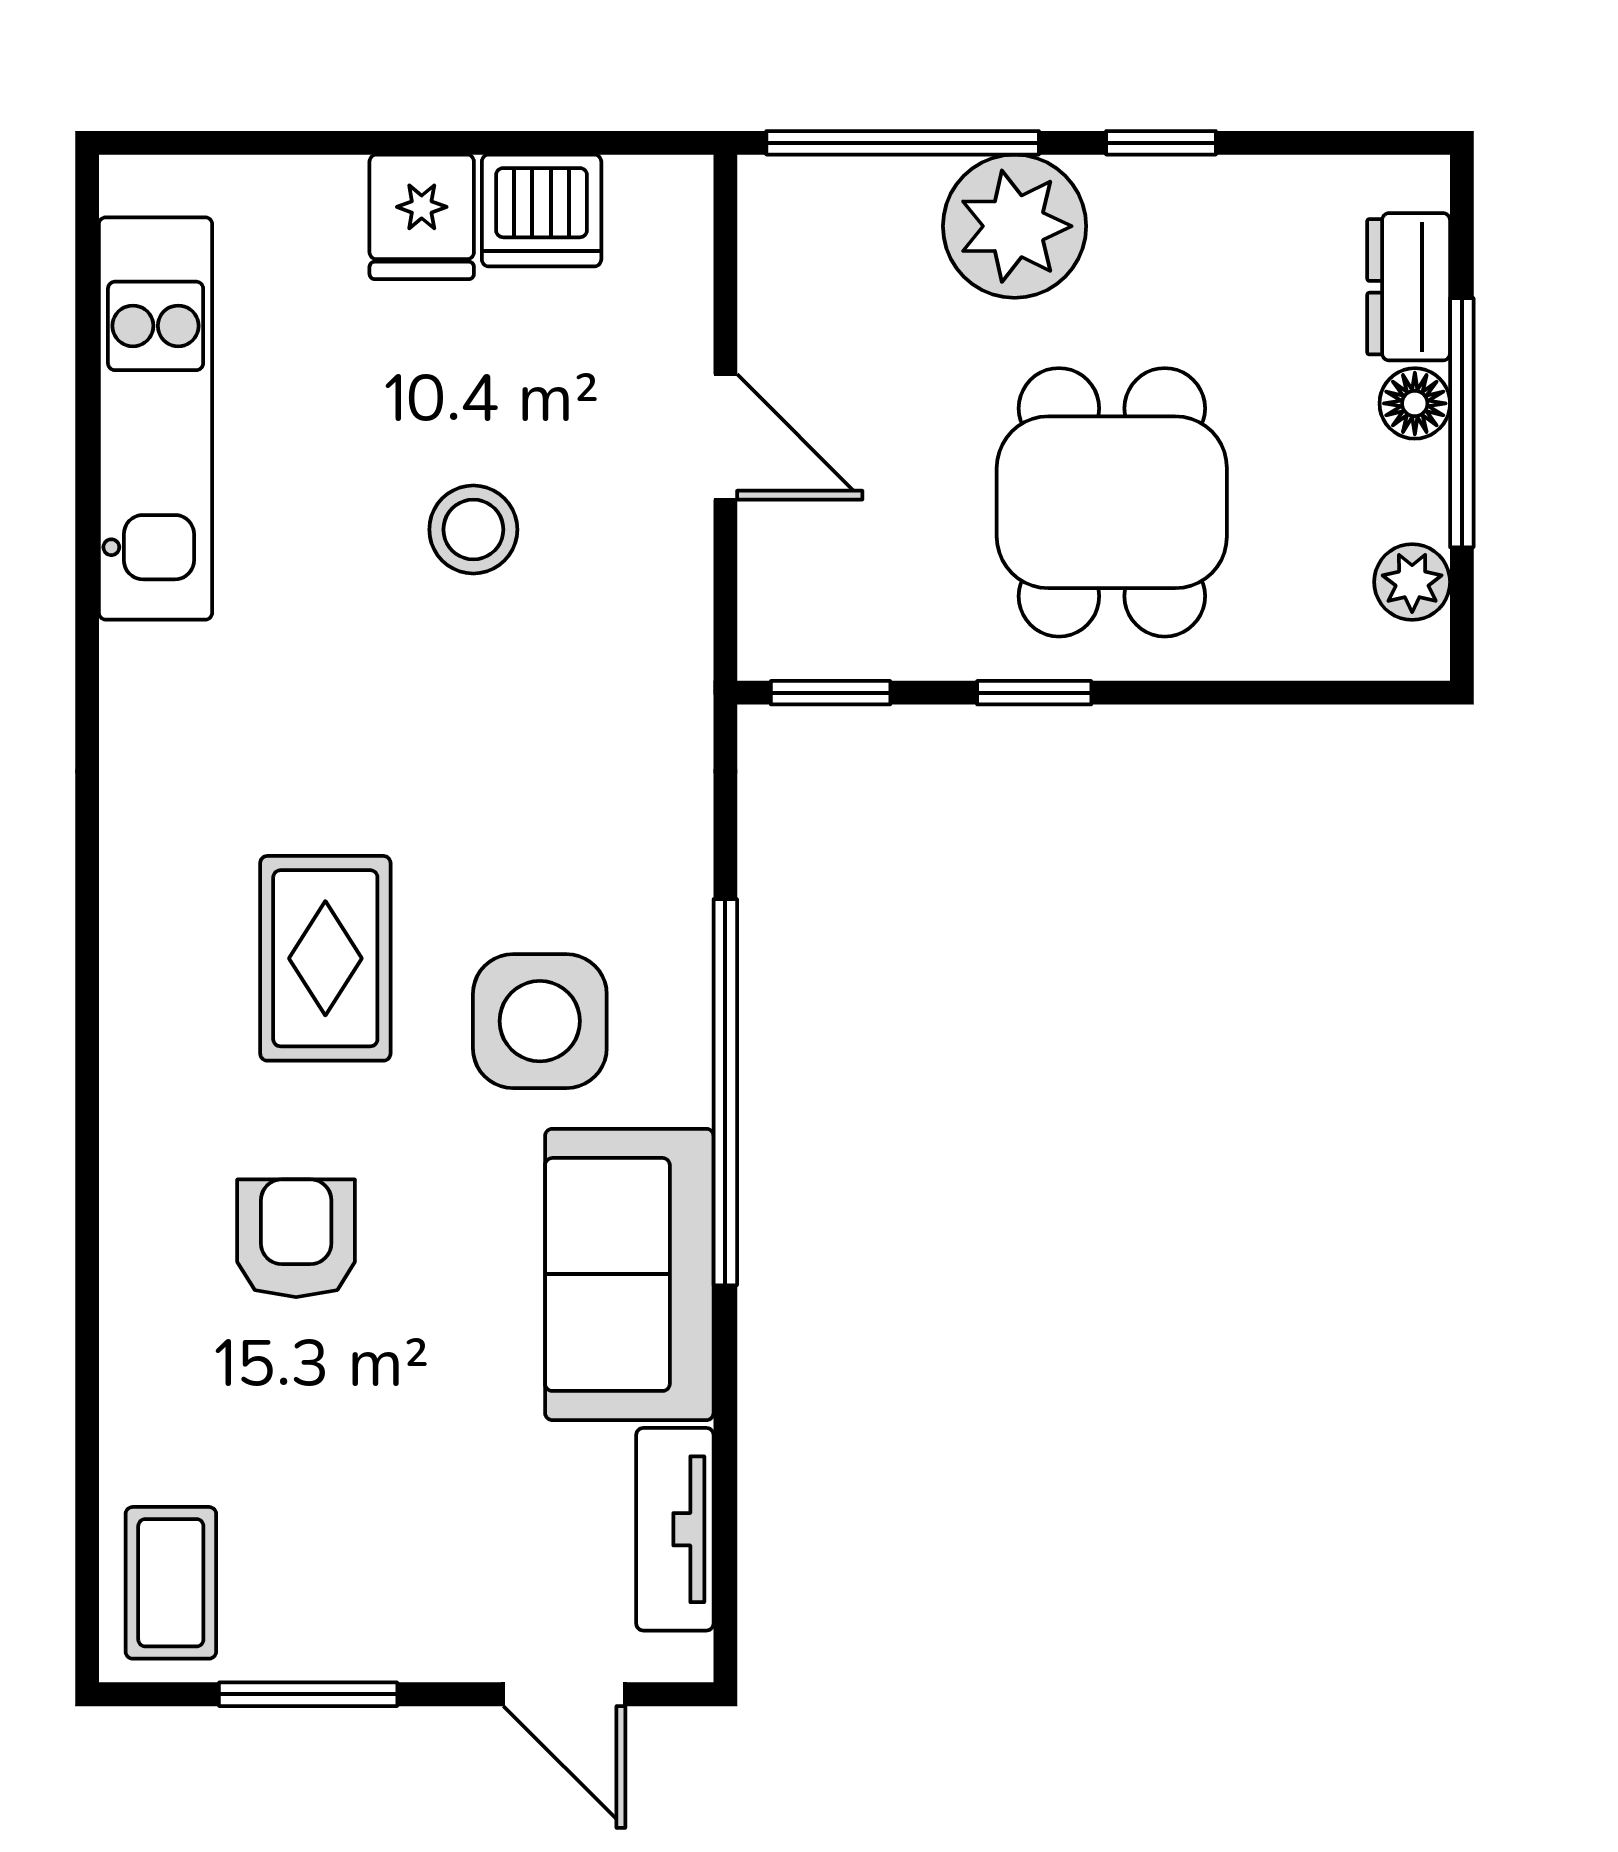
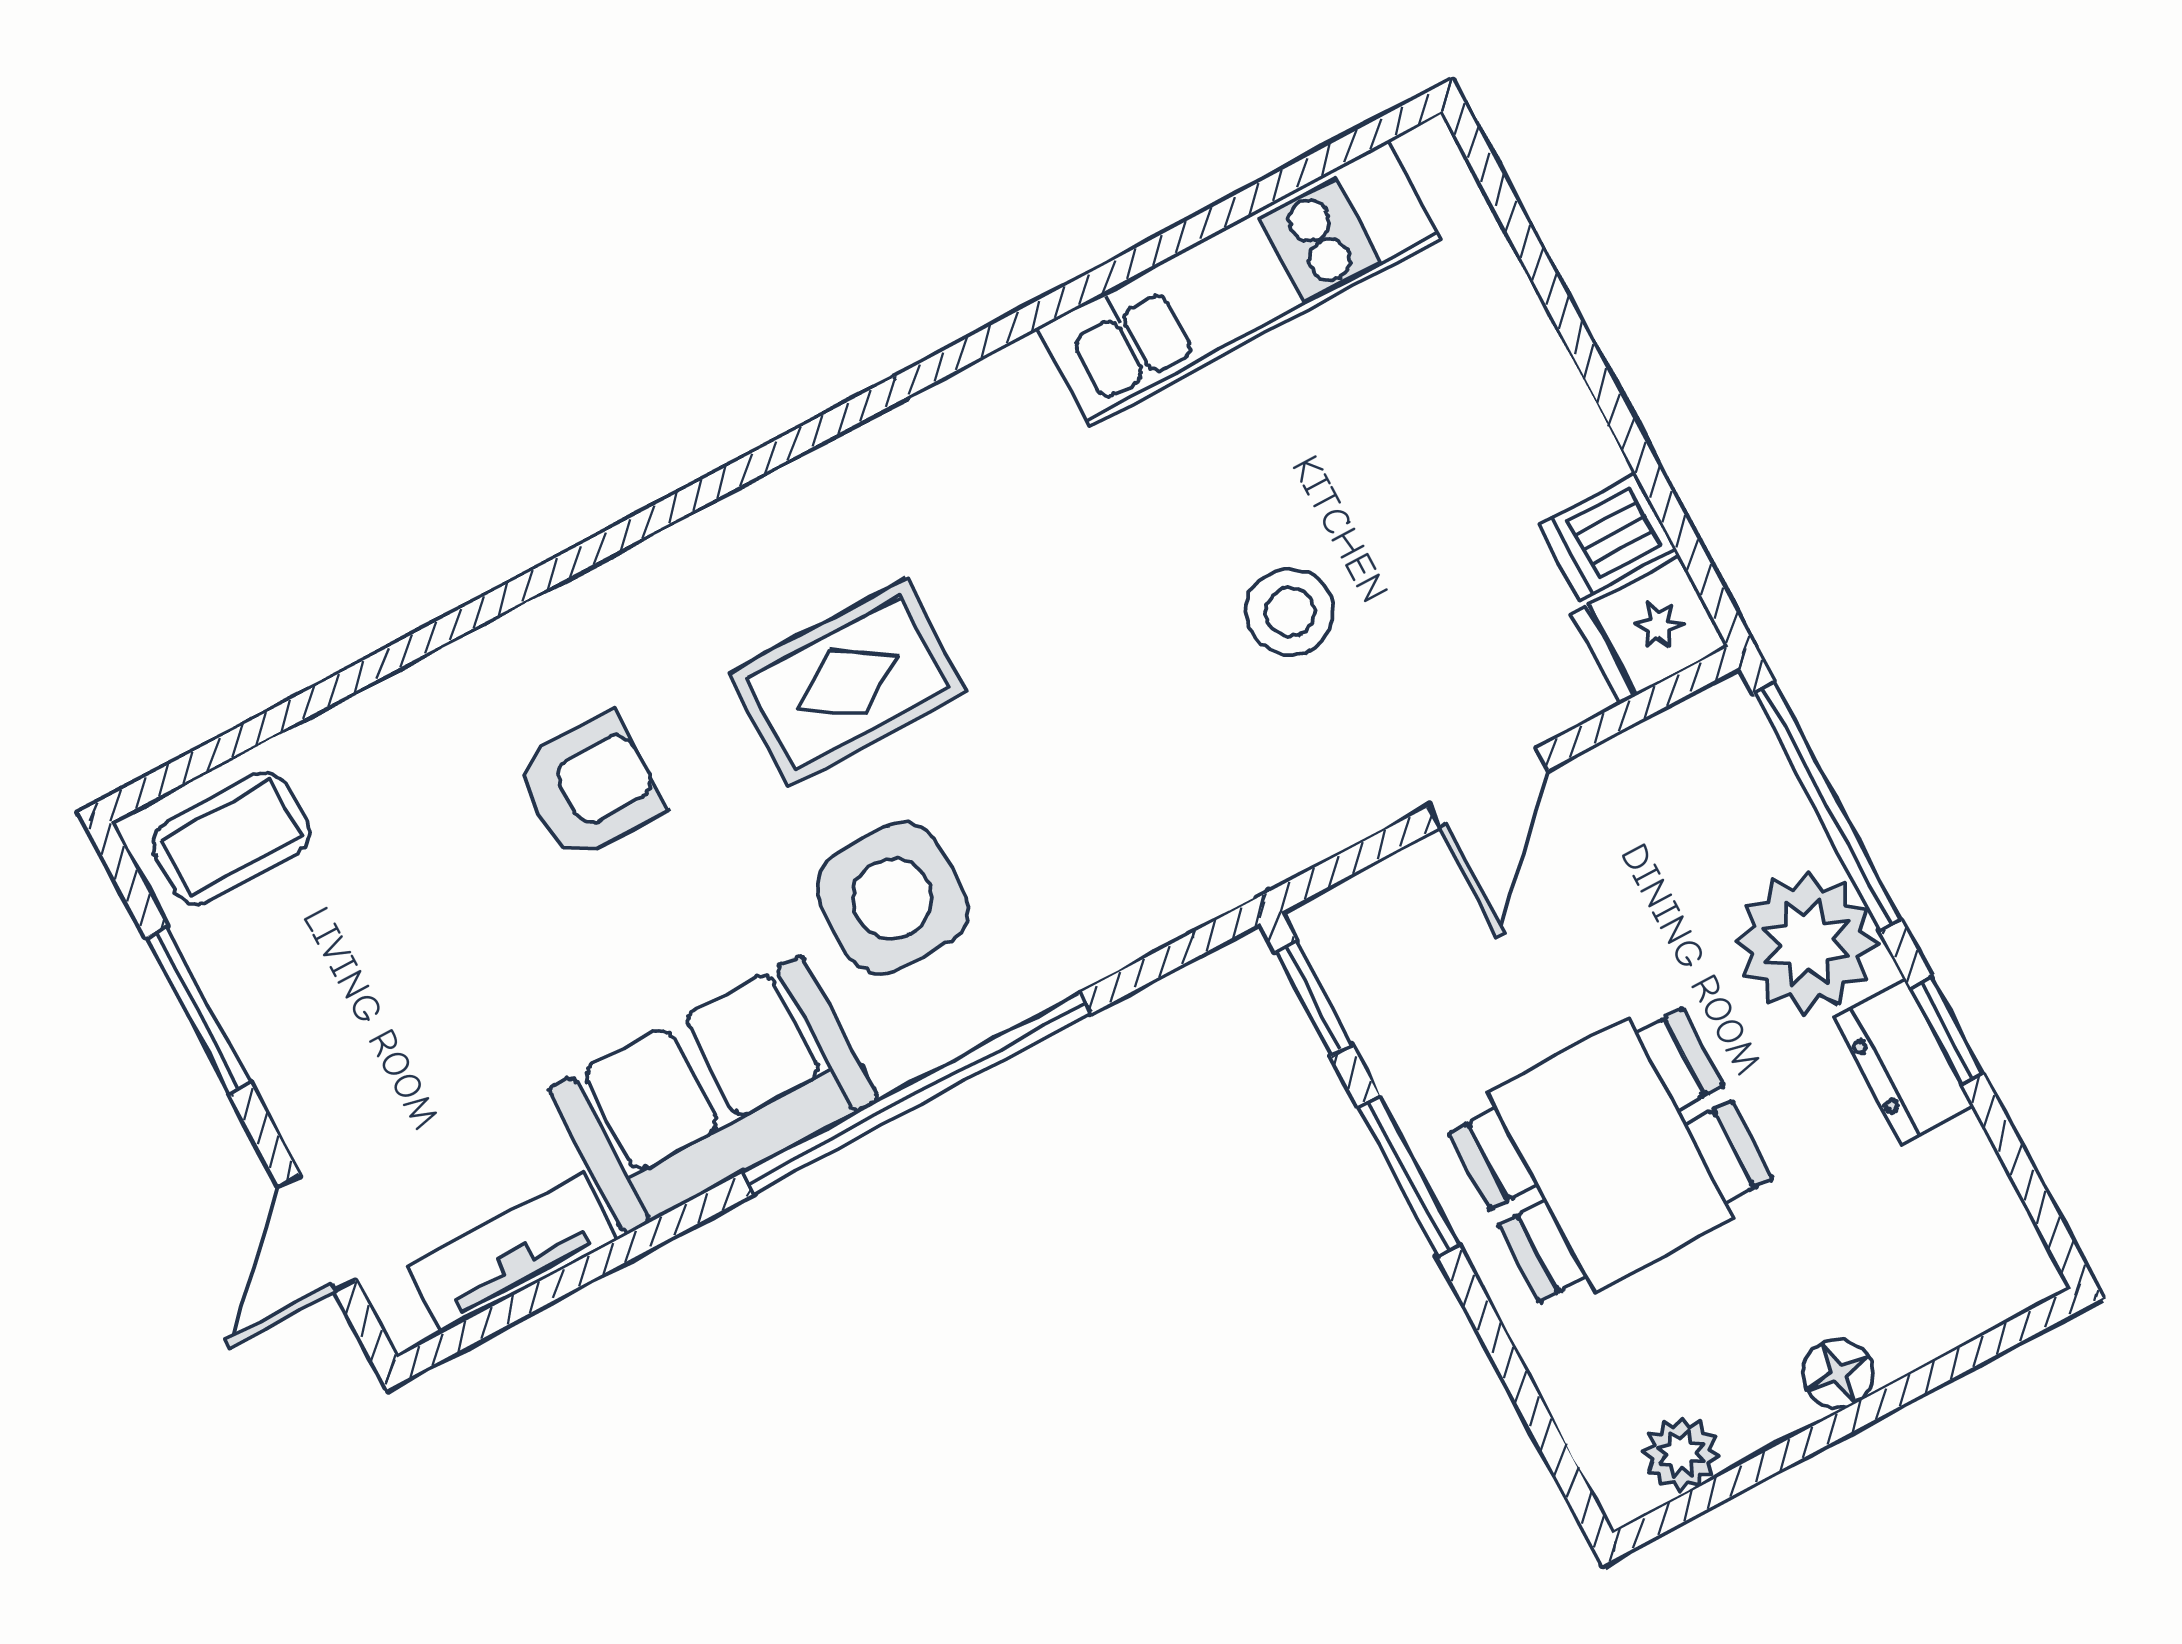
dishwasher: (542, 210) -> (1607, 537), width x0.73
fridge: (422, 217) -> (1650, 630), moved
dresser: (1409, 287) -> (1904, 1062), moved, turned -90
window: (1462, 423) -> (1843, 1423), removed
window: (1034, 693) -> (1409, 1176), width x1.50

